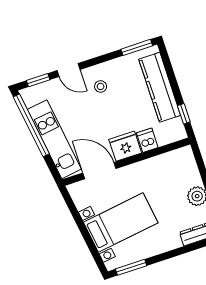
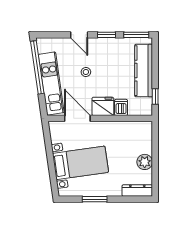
window: (38, 80) -> (106, 35), moved
stool: (101, 86) -> (86, 72), moved
window: (131, 267) -> (95, 199), moved

